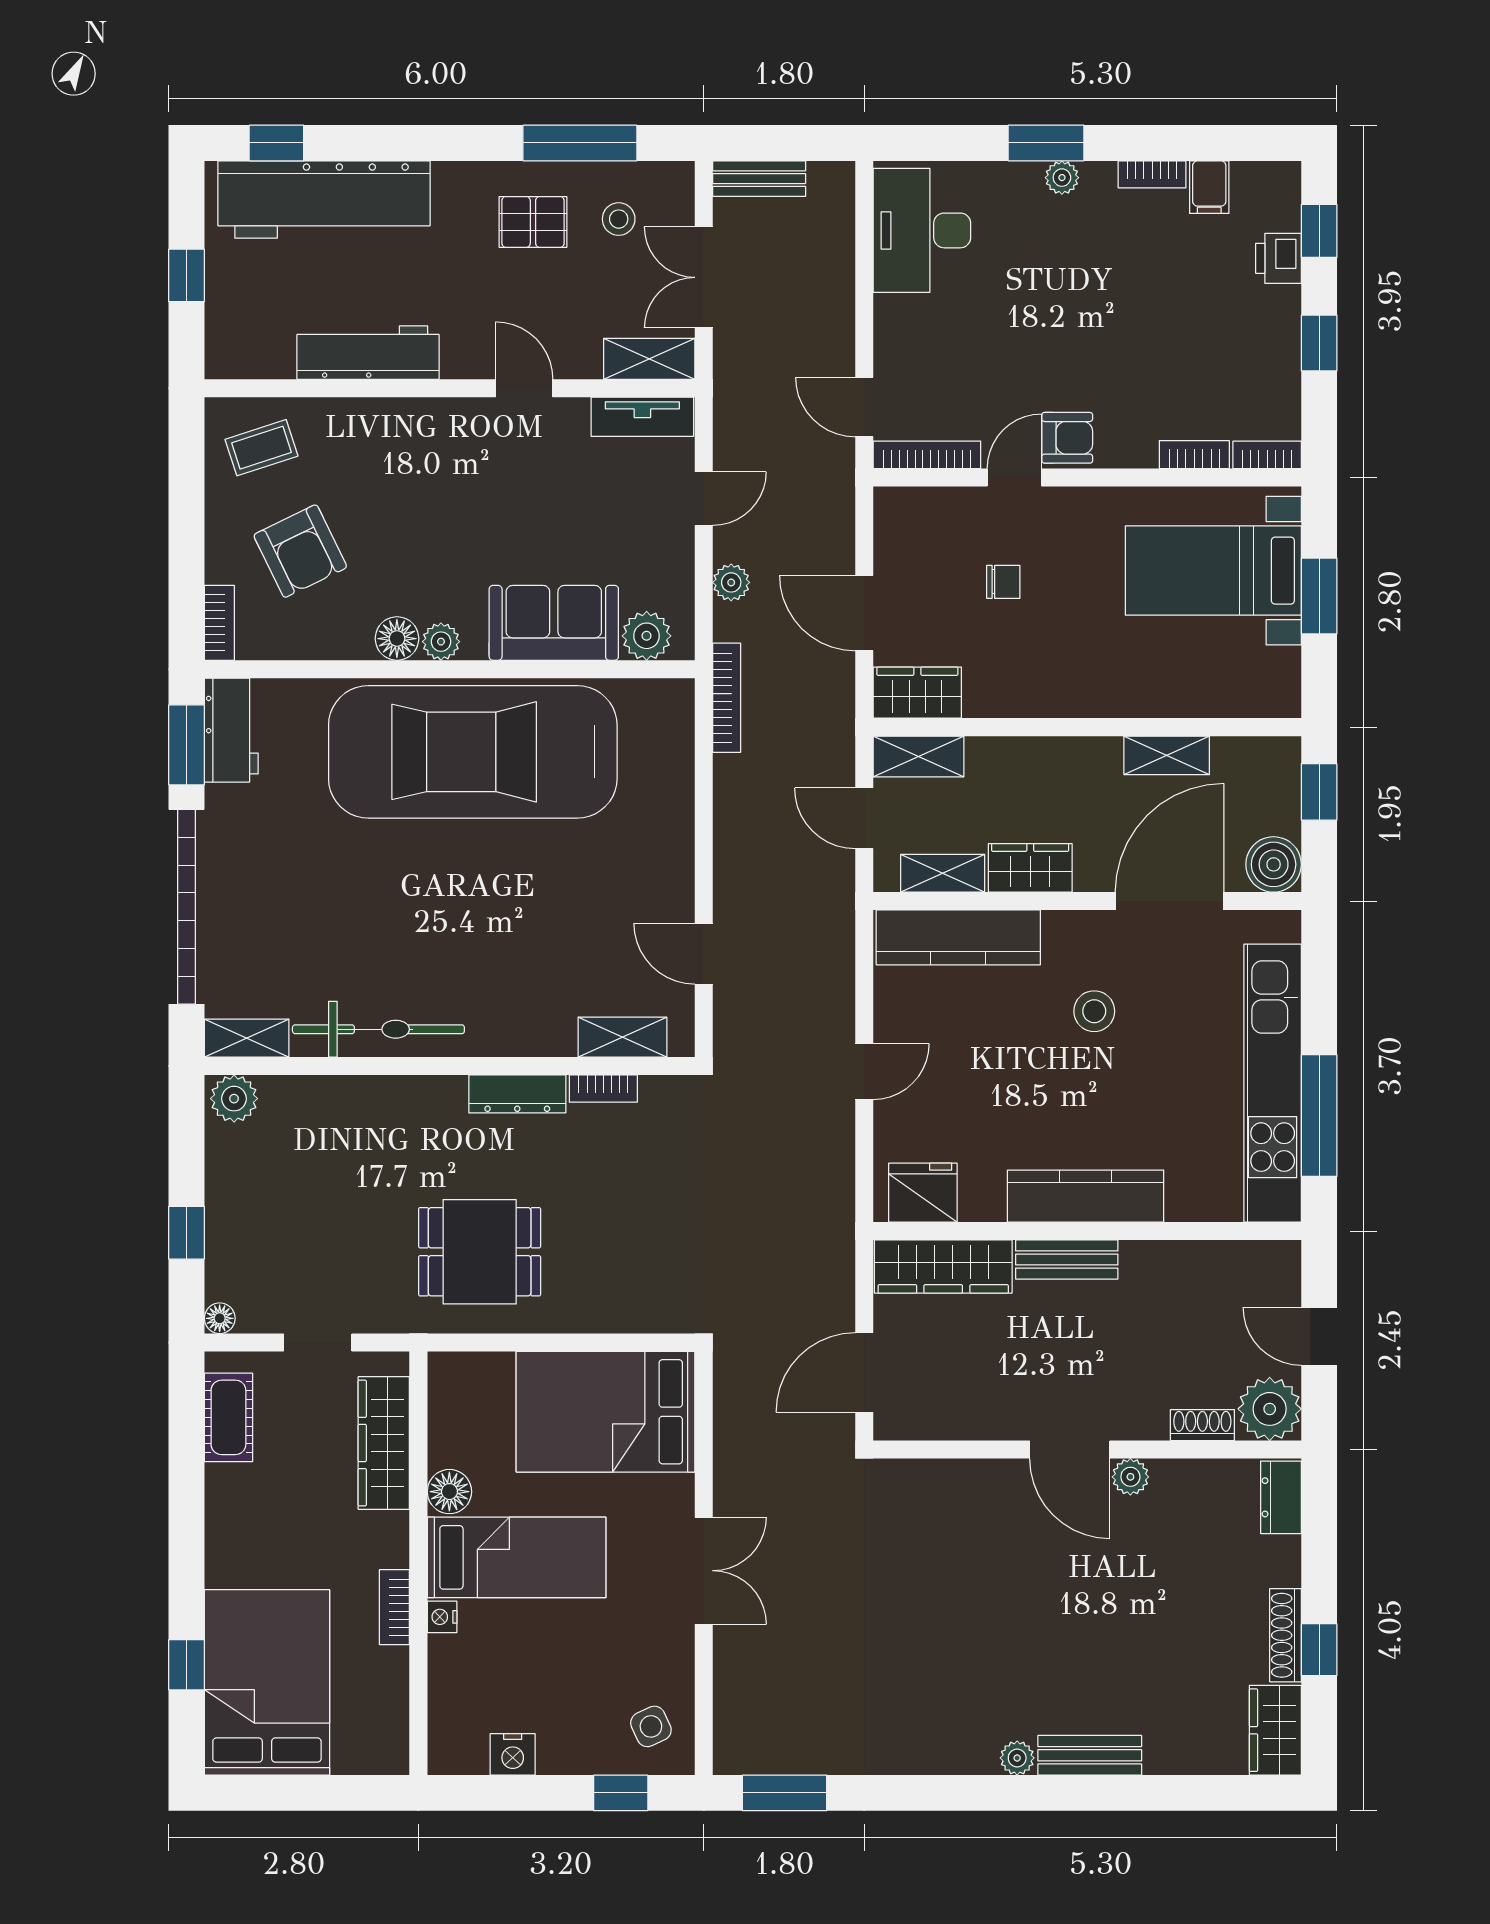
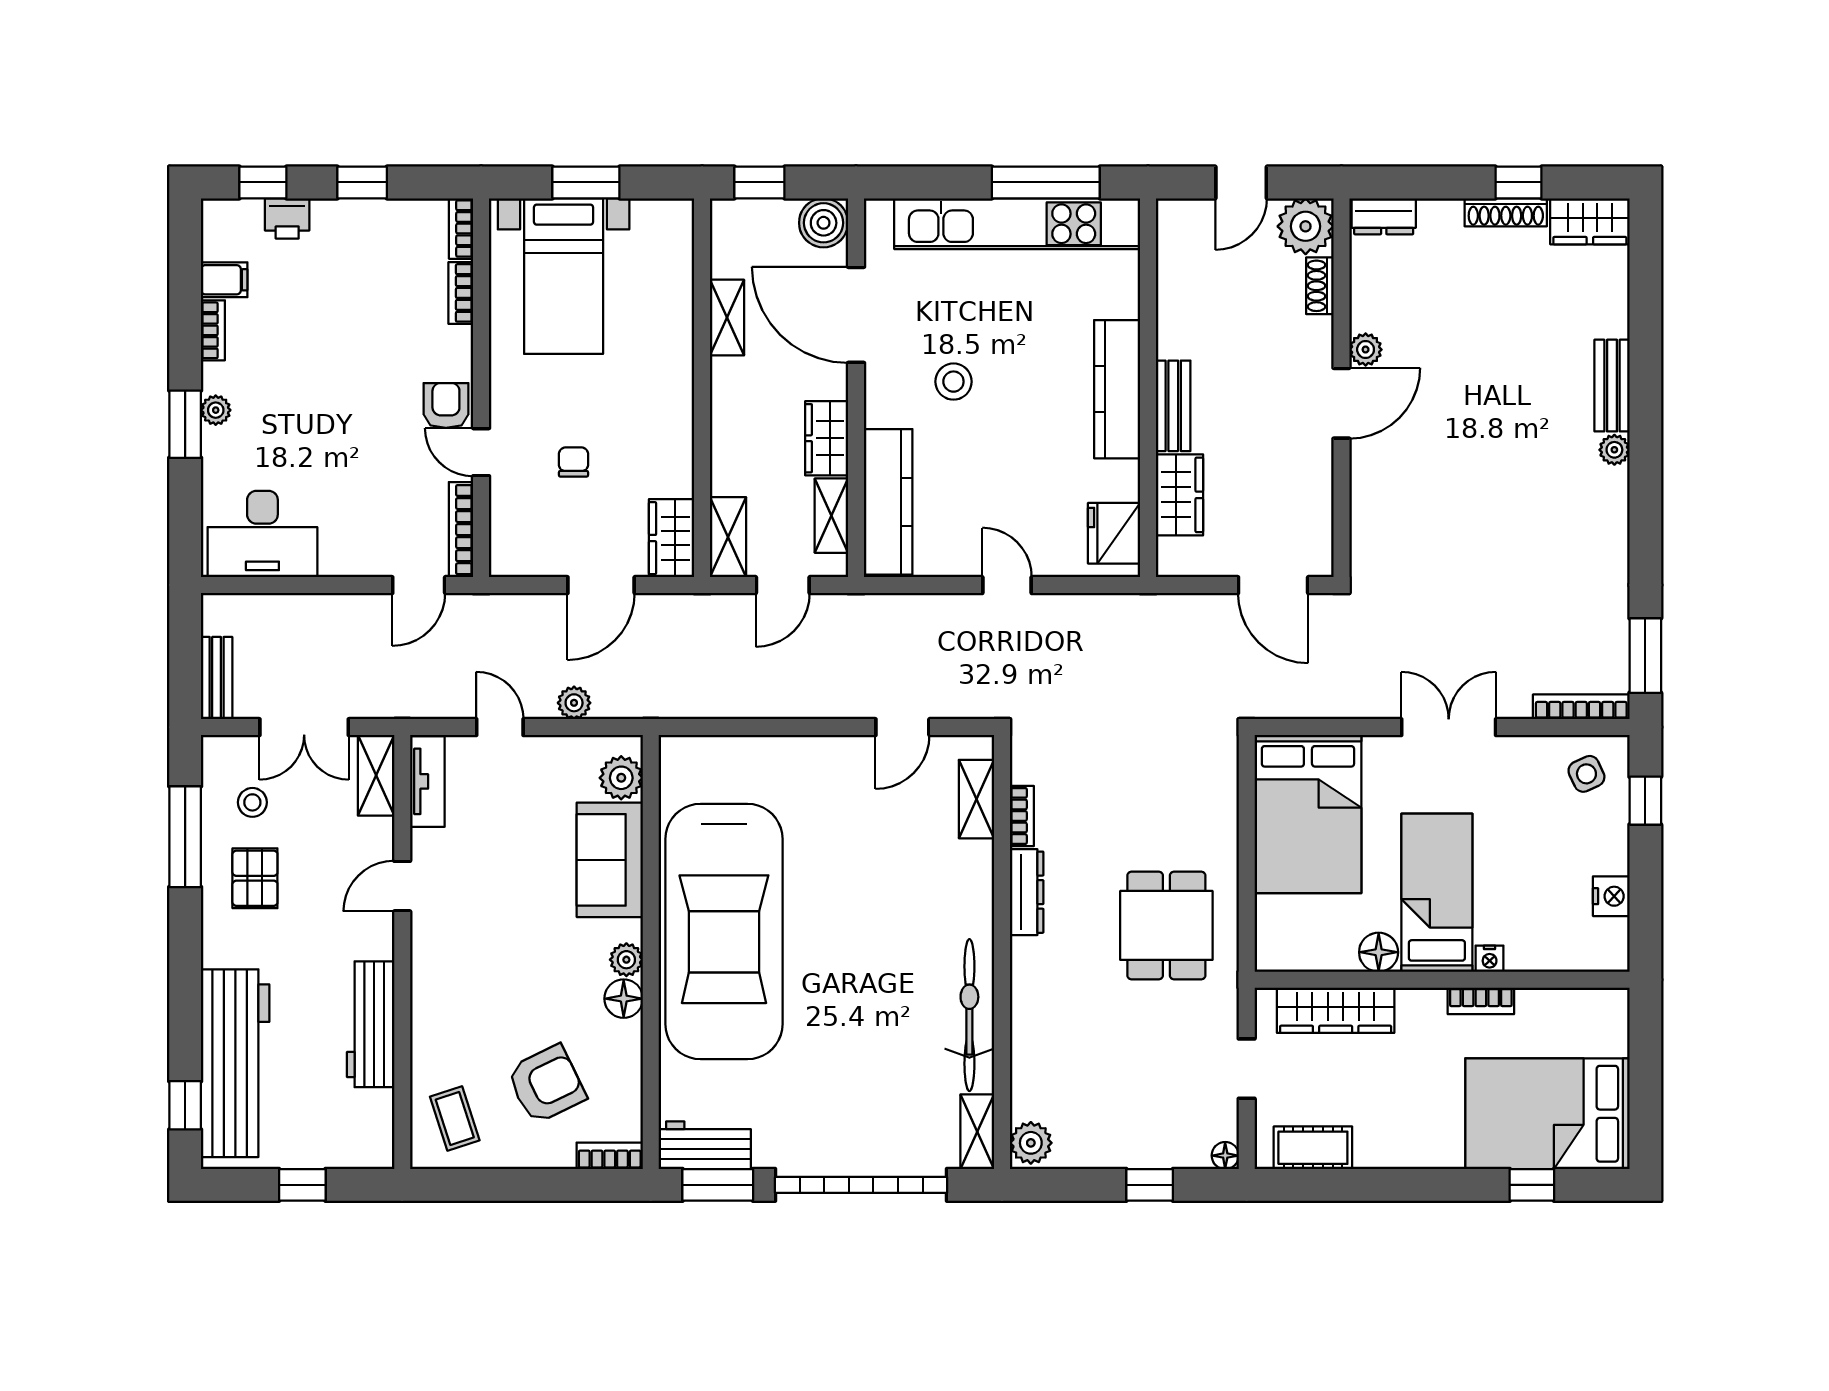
bookcase: (727, 698) -> (1581, 707), moved
wardrobe: (943, 1267) -> (1179, 495), width x0.67

